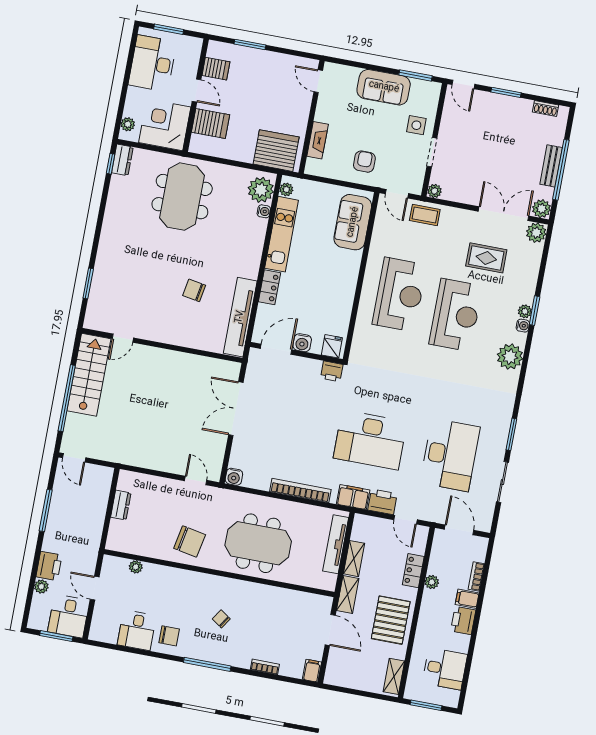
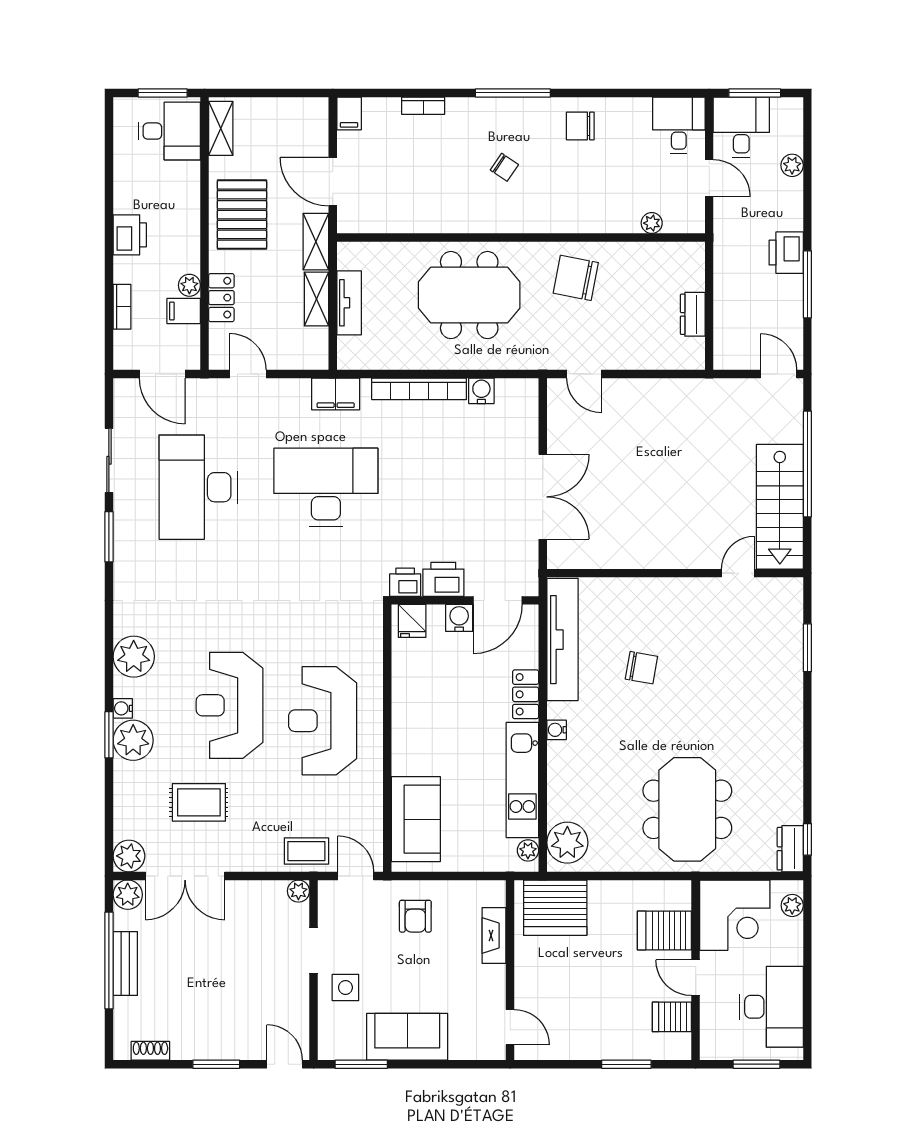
water cooler: (264, 211) -> (557, 730), moved
plant: (525, 311) -> (133, 740), width x1.88, depth x1.88
water cooler: (234, 477) -> (481, 391), moved
printer: (382, 502) -> (443, 579), moved, turned 180
tv unit: (336, 544) -> (349, 303), width x0.71
printer: (49, 566) -> (786, 253), moved
filing cabinet: (467, 599) -> (184, 311), moved, turned 180
desk: (137, 630) -> (679, 125), moved
desk: (445, 669) -> (169, 131), moved, turned 180

